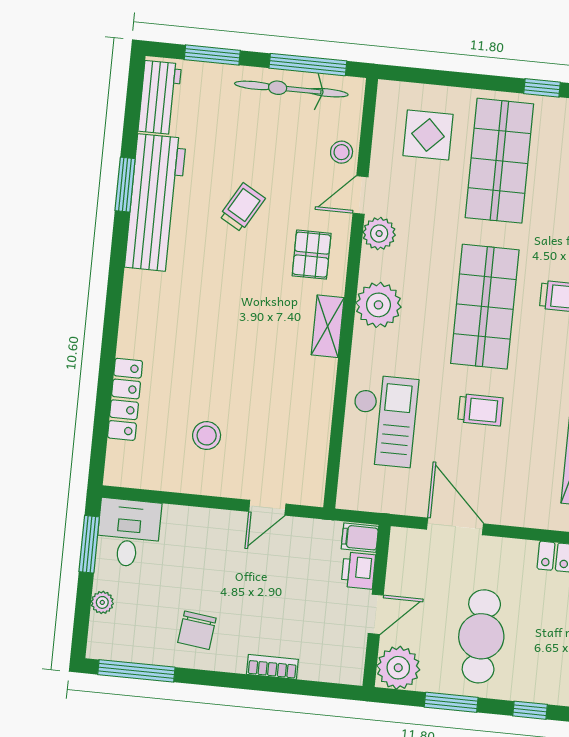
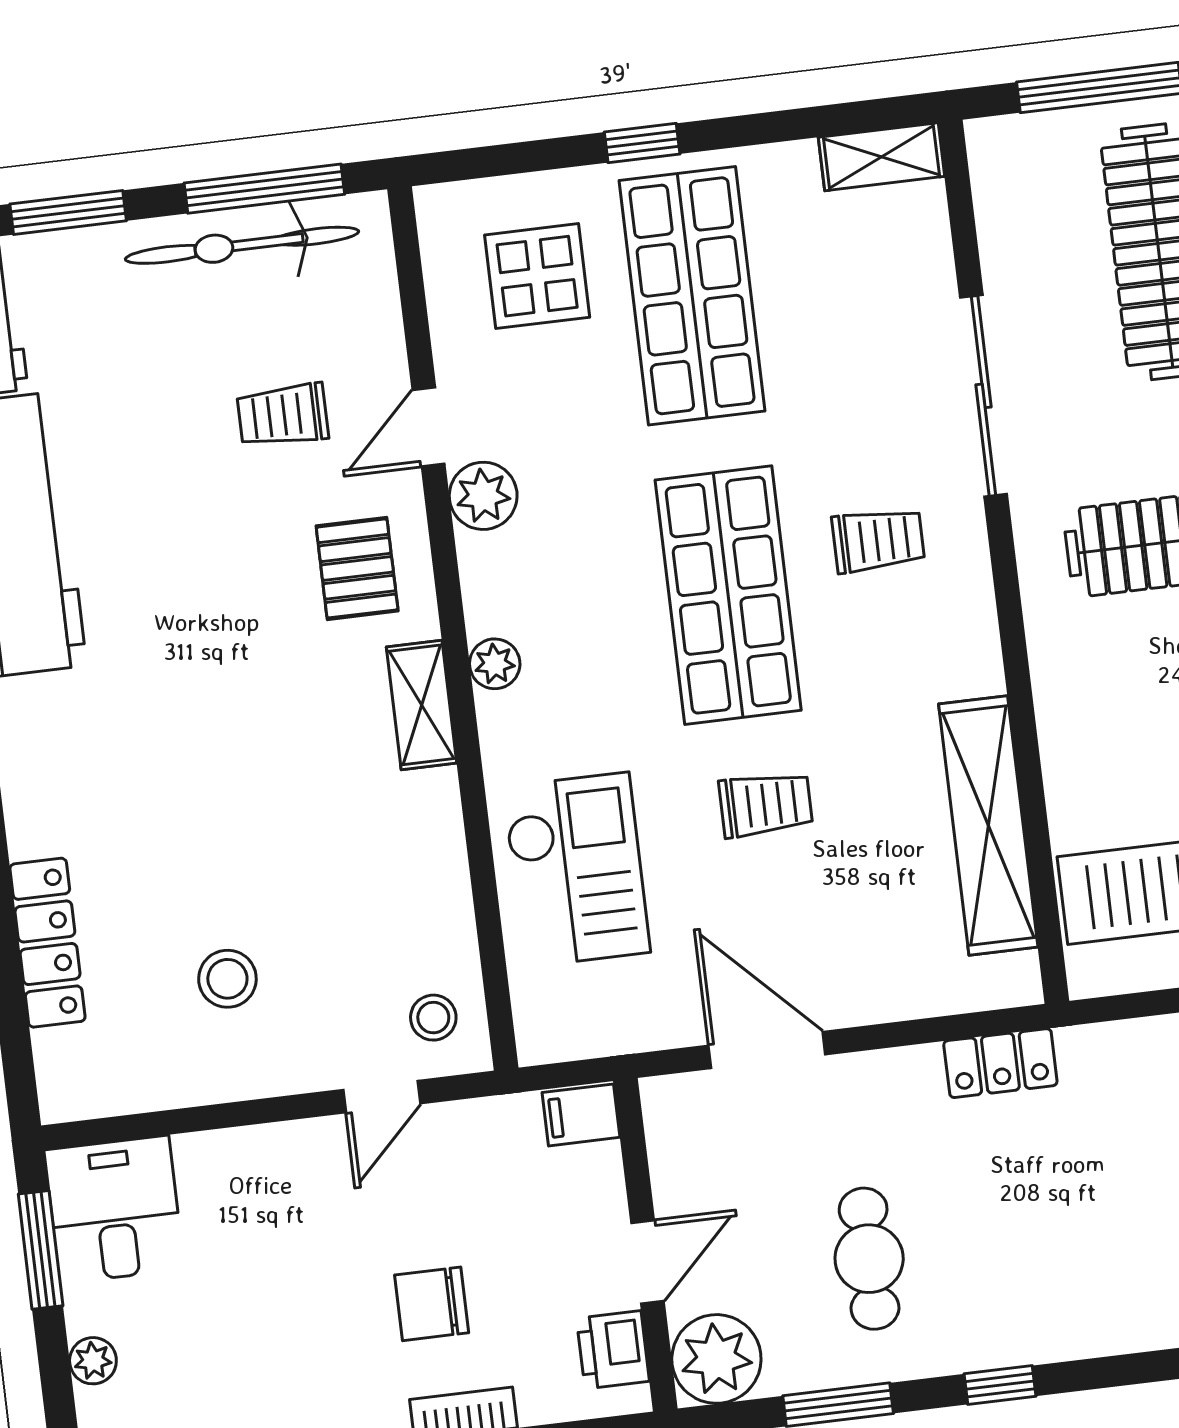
window: (542, 88) -> (642, 143), moved
stool: (342, 152) -> (433, 1018), moved
trolley: (242, 207) -> (283, 415), moved, turned -120
plant: (378, 305) -> (495, 664), width x0.53, depth x0.53
printer: (358, 570) -> (613, 1350), moved
chair: (197, 630) -> (432, 1304), moved, turned 83
cafe table: (481, 636) -> (869, 1259), width x0.73, depth x0.74

